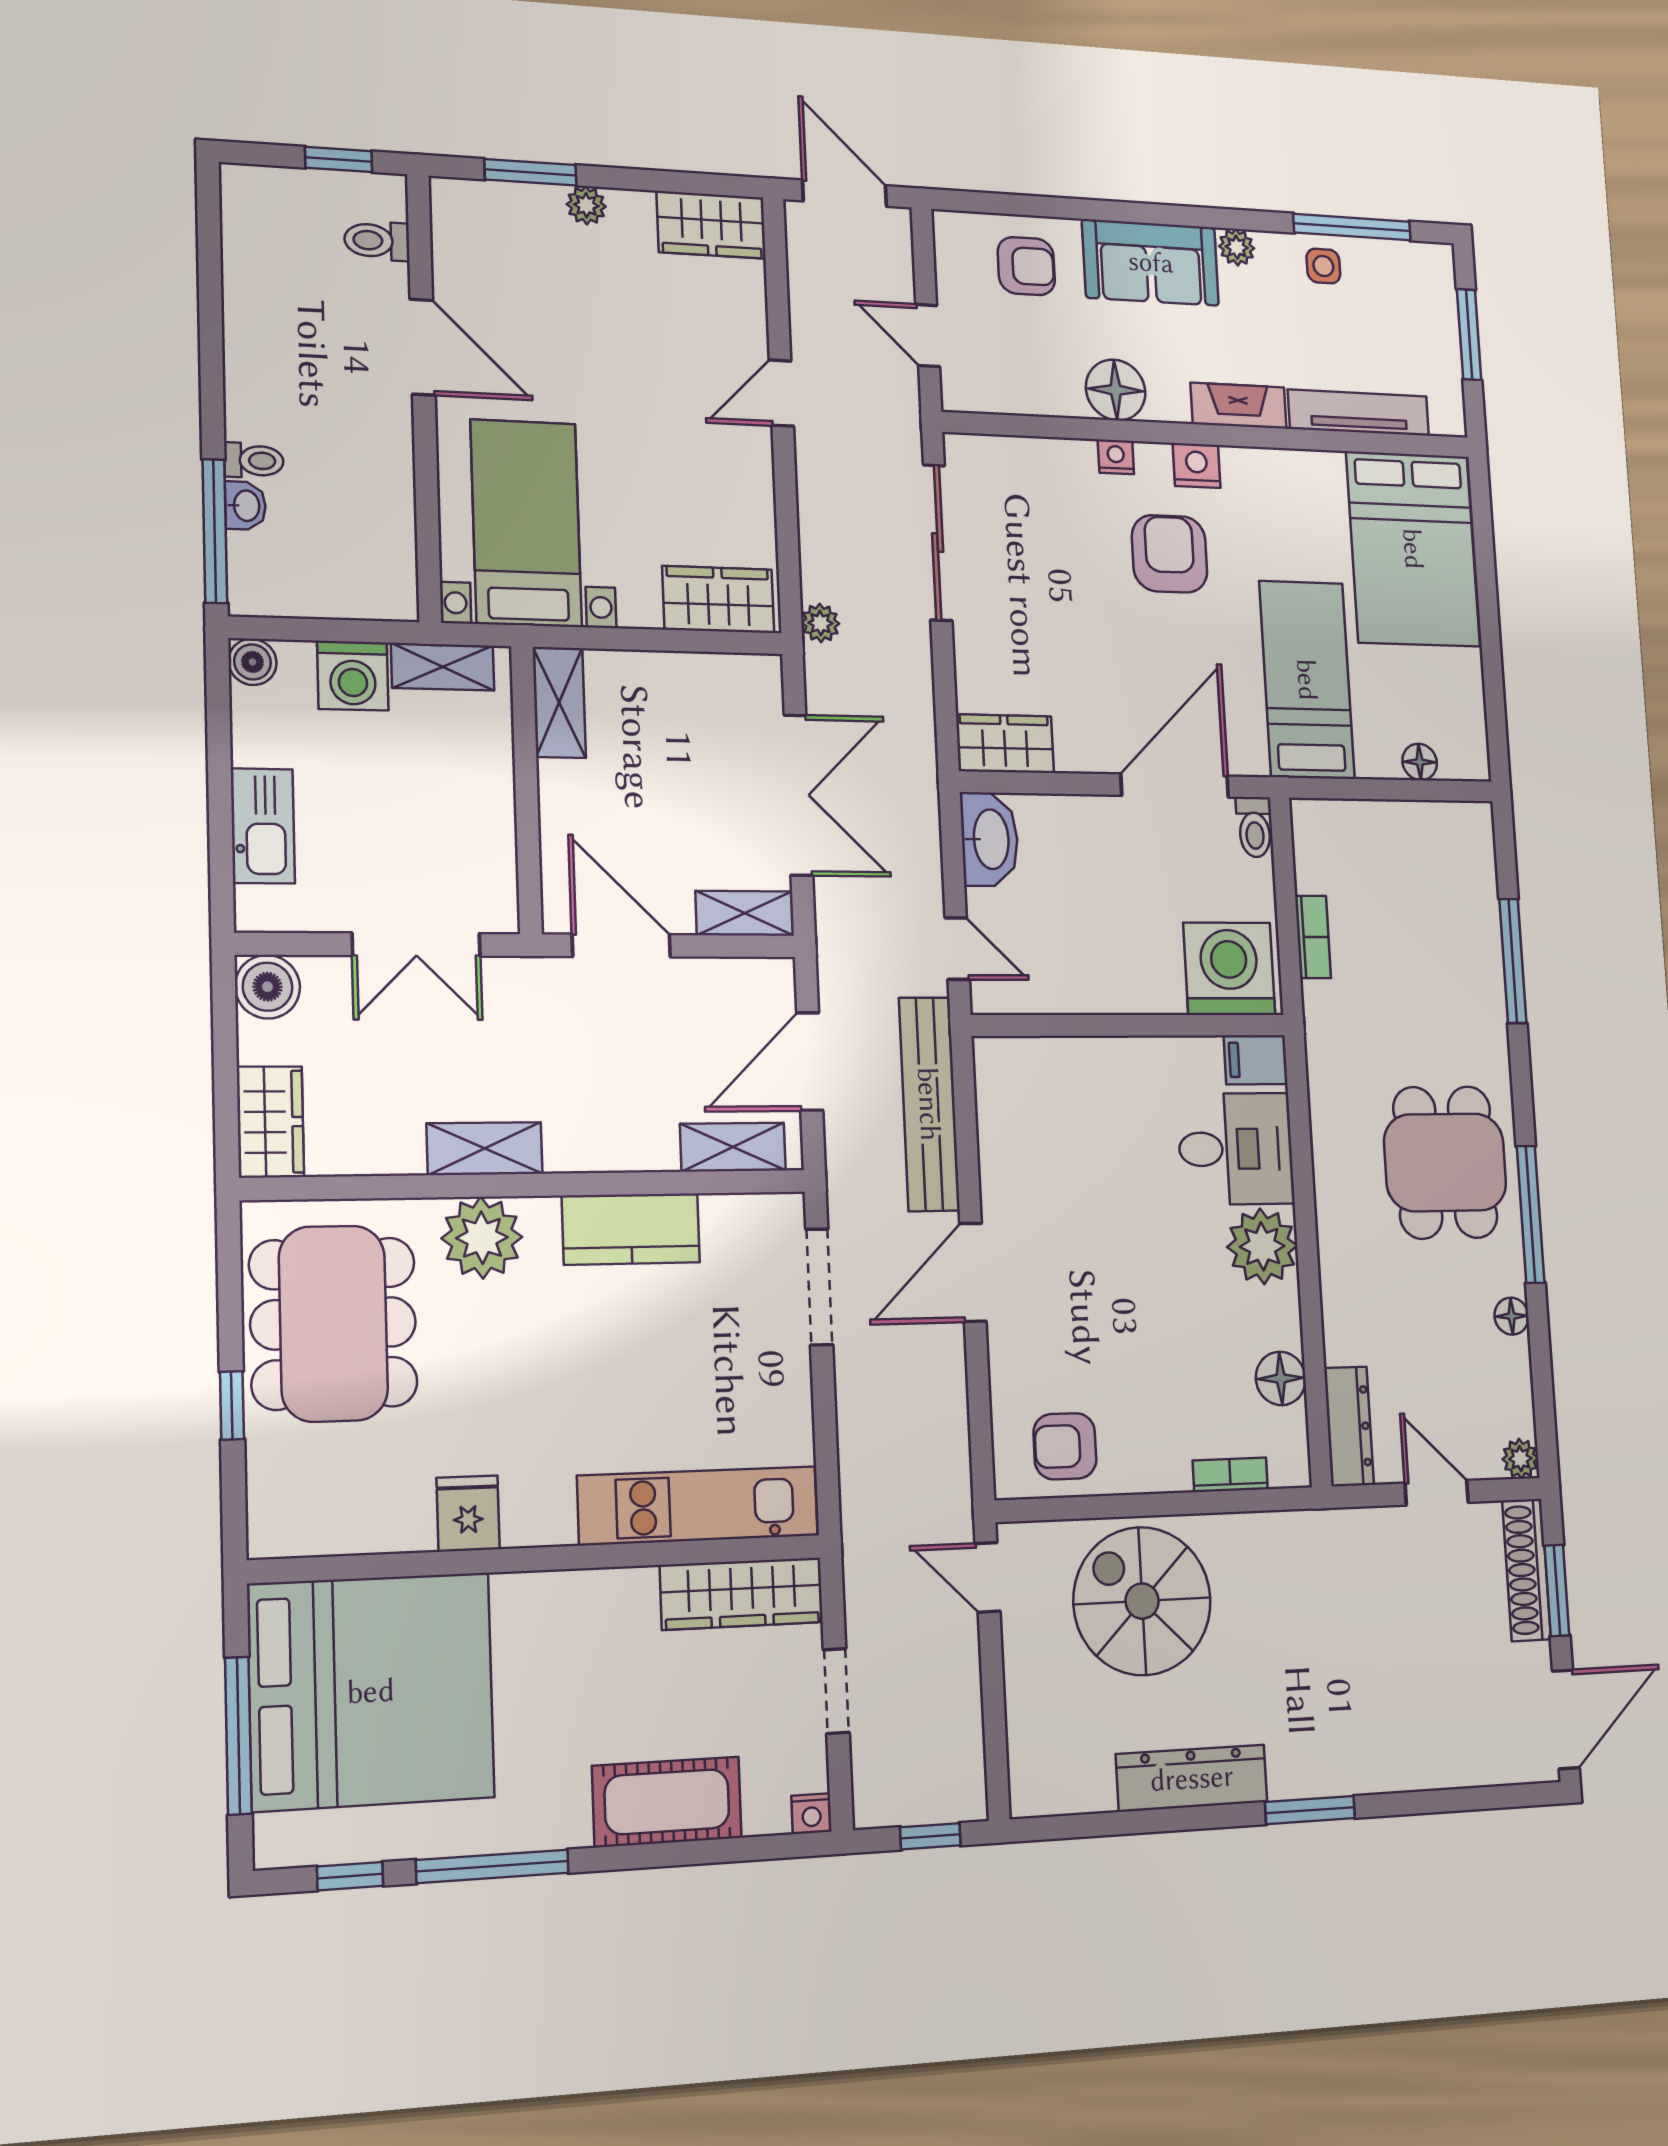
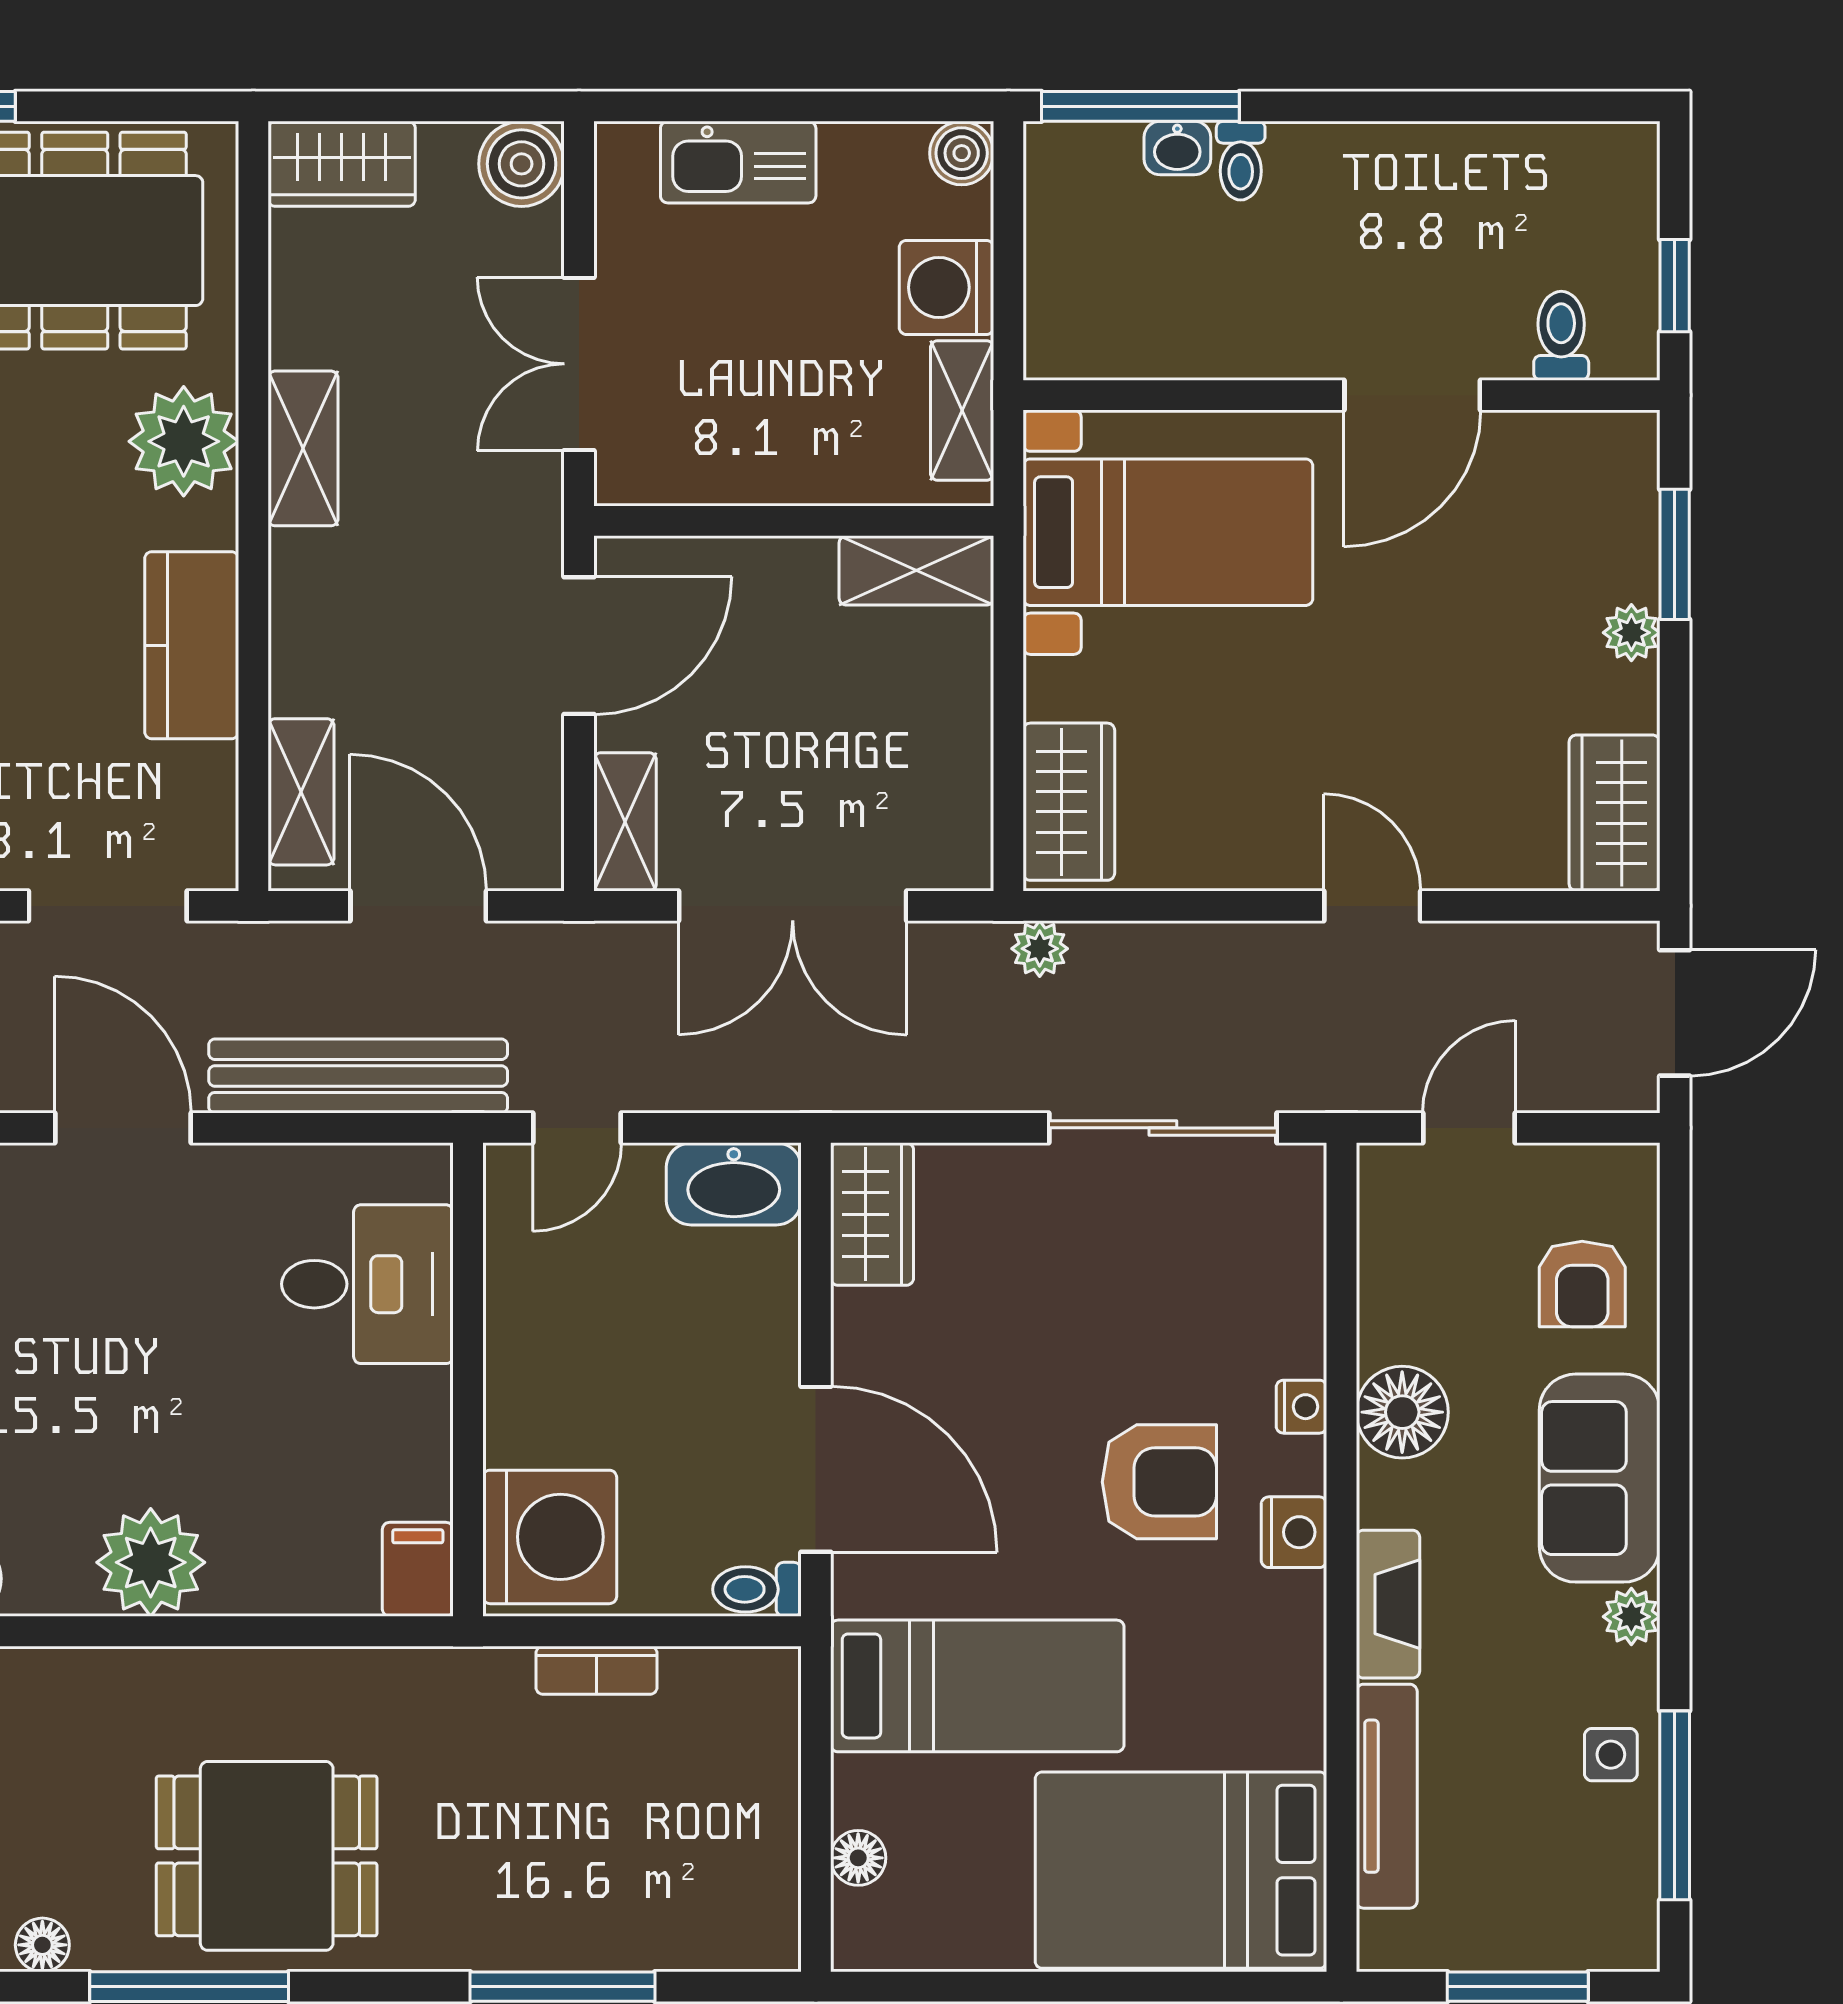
desk: (1236, 1149) -> (367, 1284), moved, turned -90

